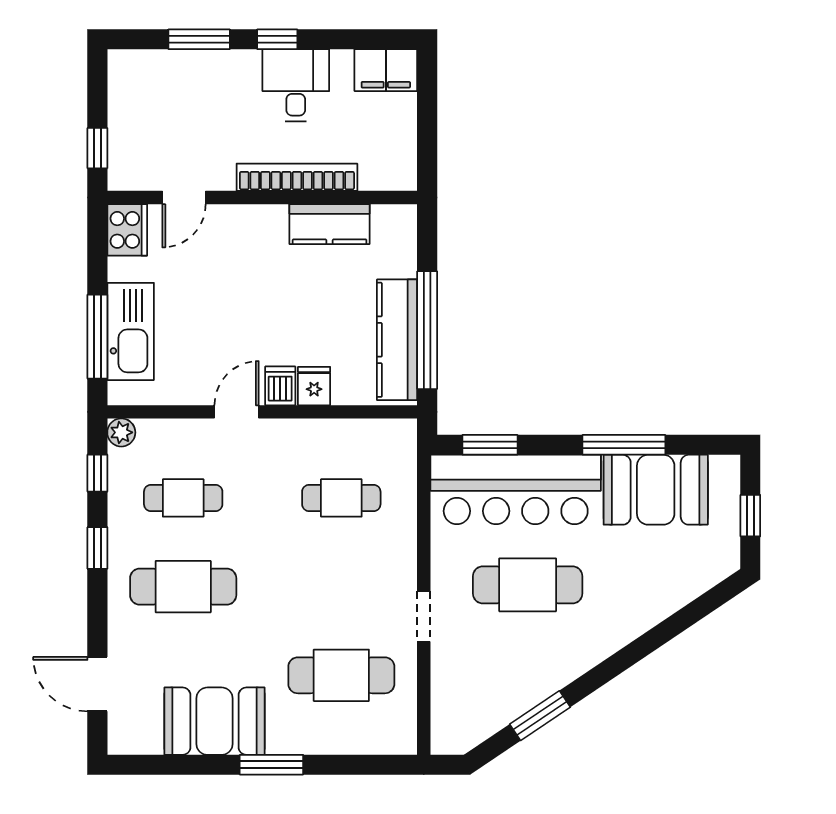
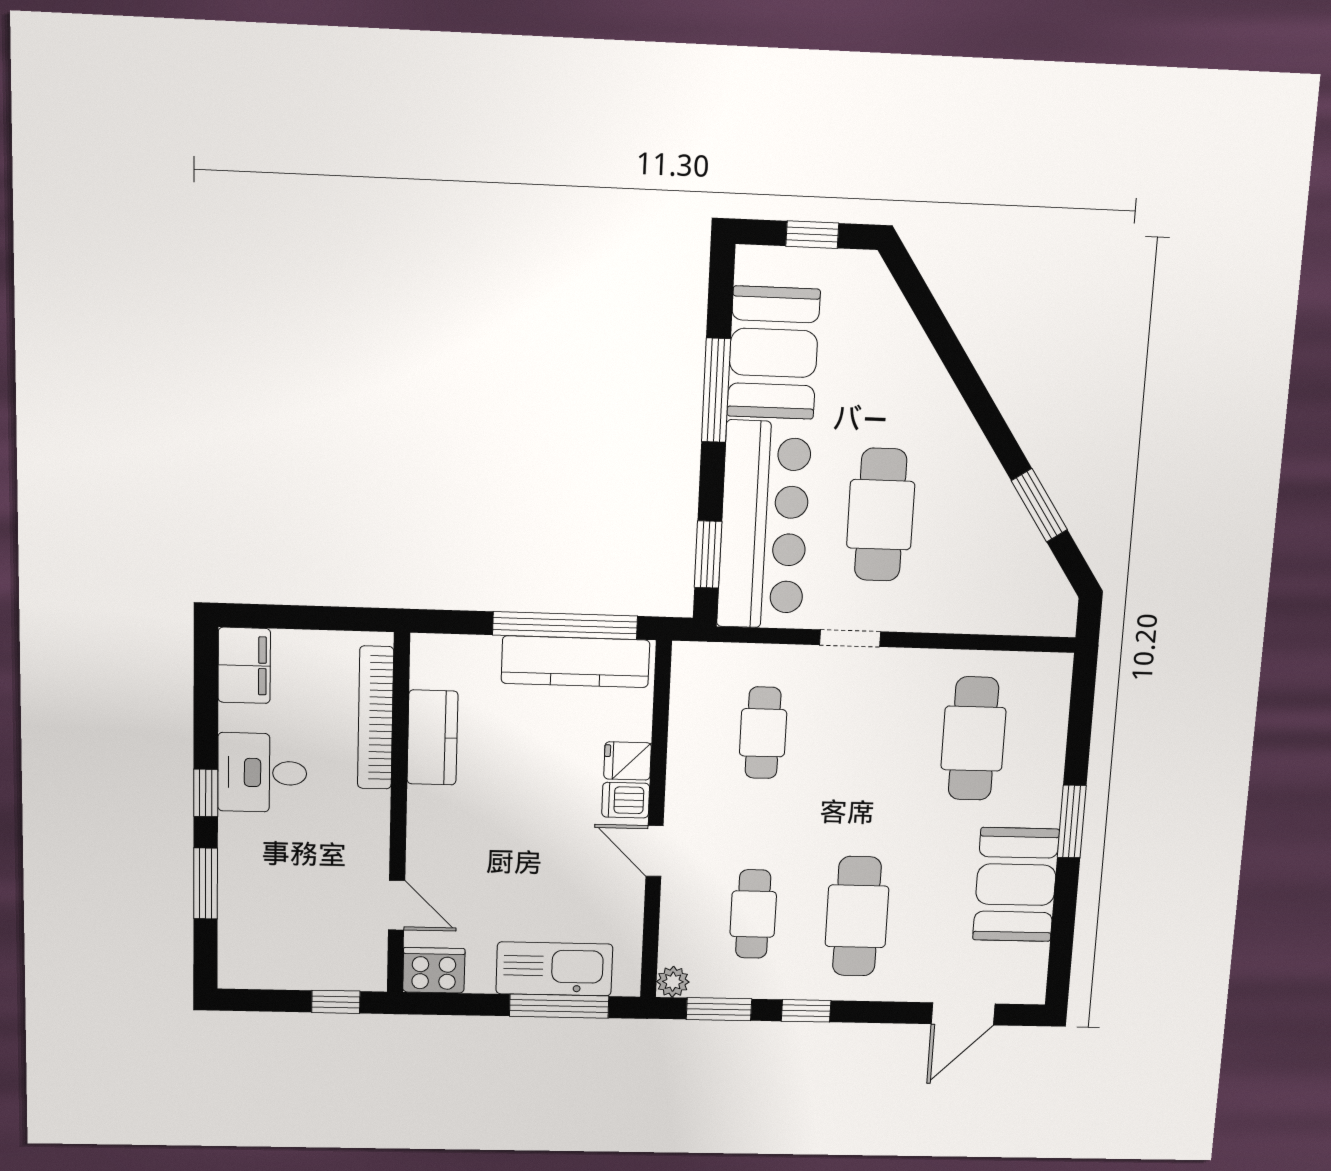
bookcase: (297, 177) -> (376, 718), moved
window: (97, 473) -> (719, 1009), width x1.50
doorway: (424, 616) -> (850, 638), moved

